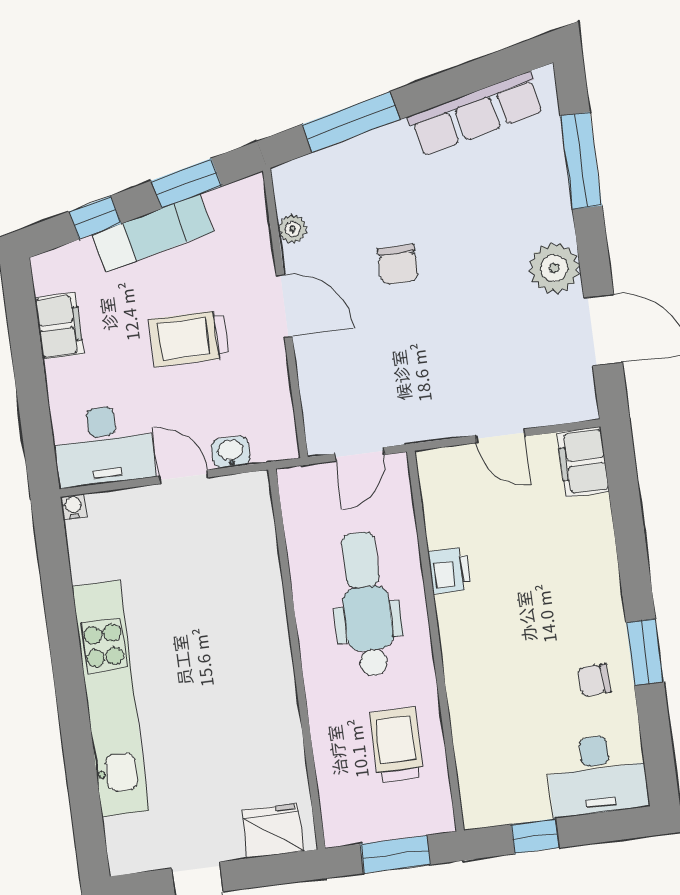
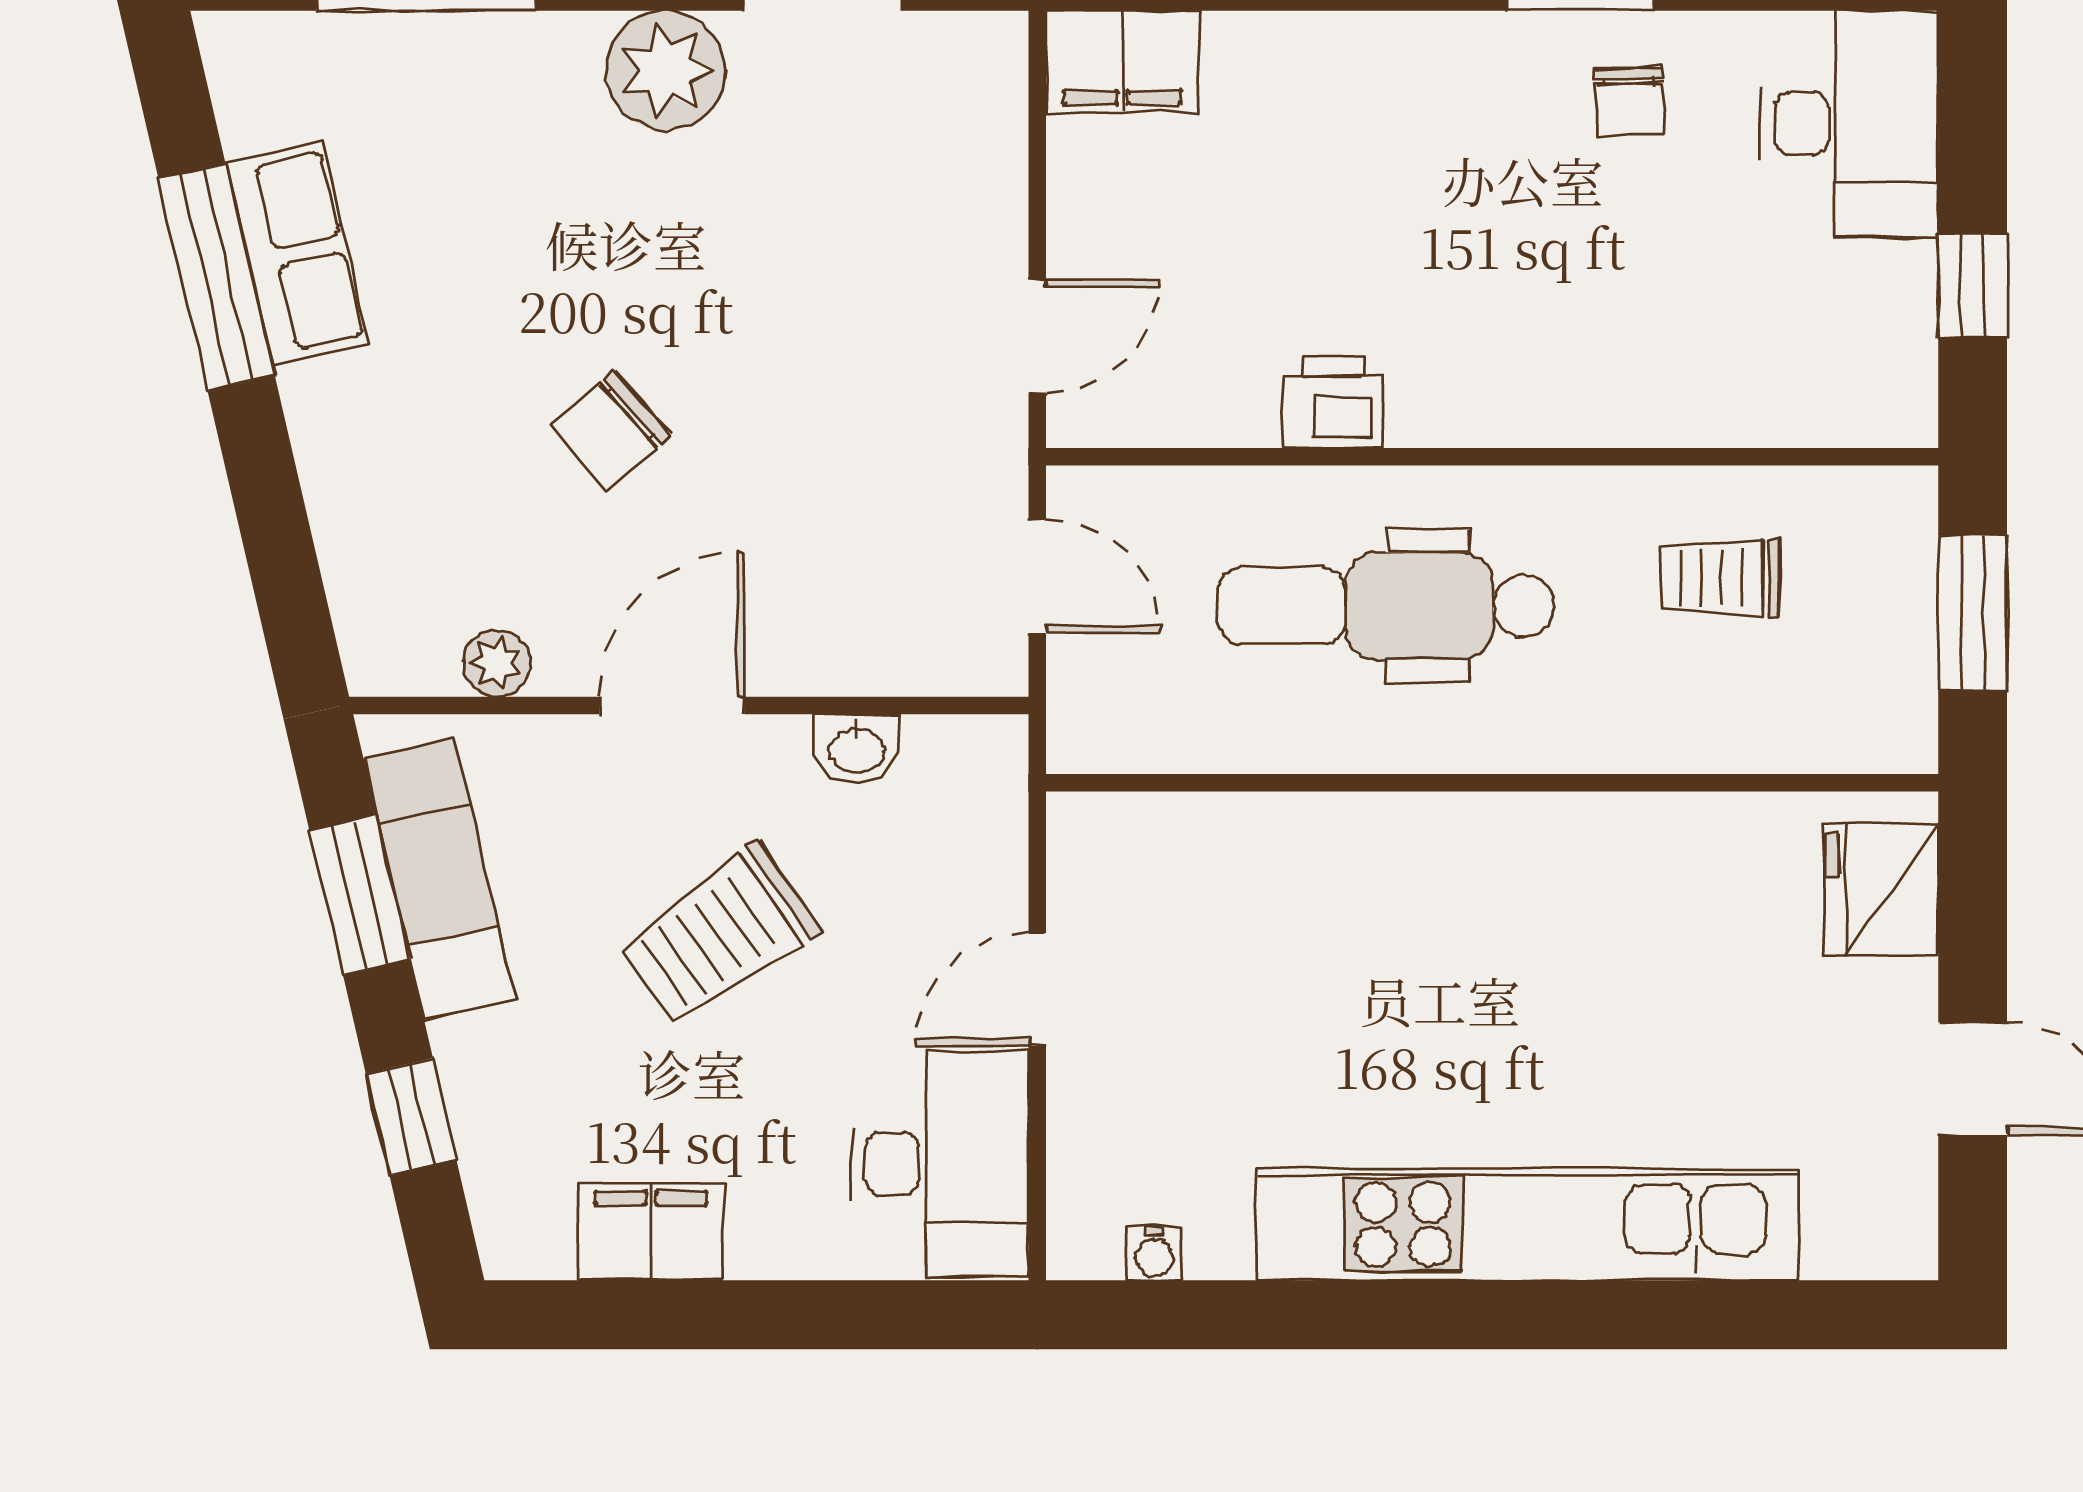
row of seats: (476, 114) -> (297, 253), width x0.68
window: (351, 122) -> (217, 277), moved
exam couch: (153, 233) -> (439, 879), moved
chair: (398, 265) -> (611, 431), turned 139
trolley: (189, 338) -> (719, 935), turned 55
door: (500, 436) -> (1037, 336), moved
washbasin: (231, 452) -> (856, 749), moved, turned -90
water cooler: (73, 507) -> (1154, 1253), moved, turned -90
trolley: (396, 745) -> (1720, 578), width x0.73, depth x0.72

